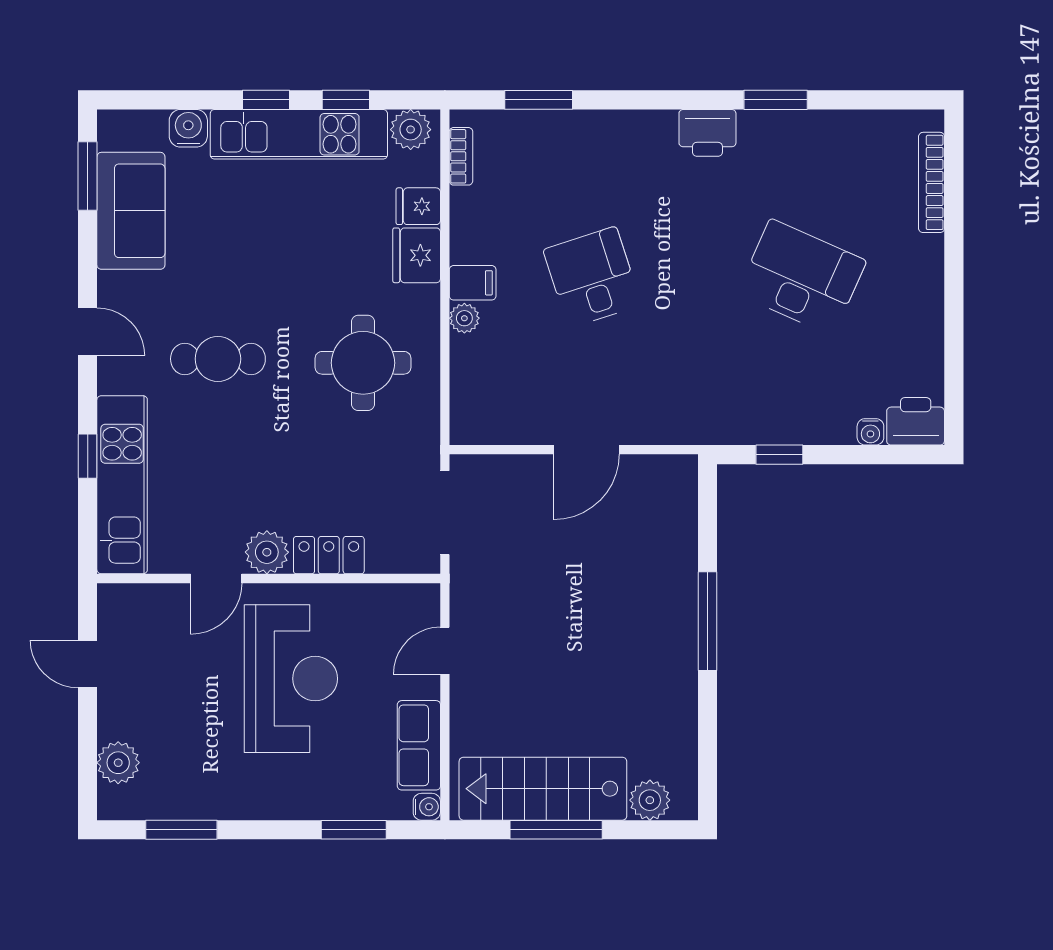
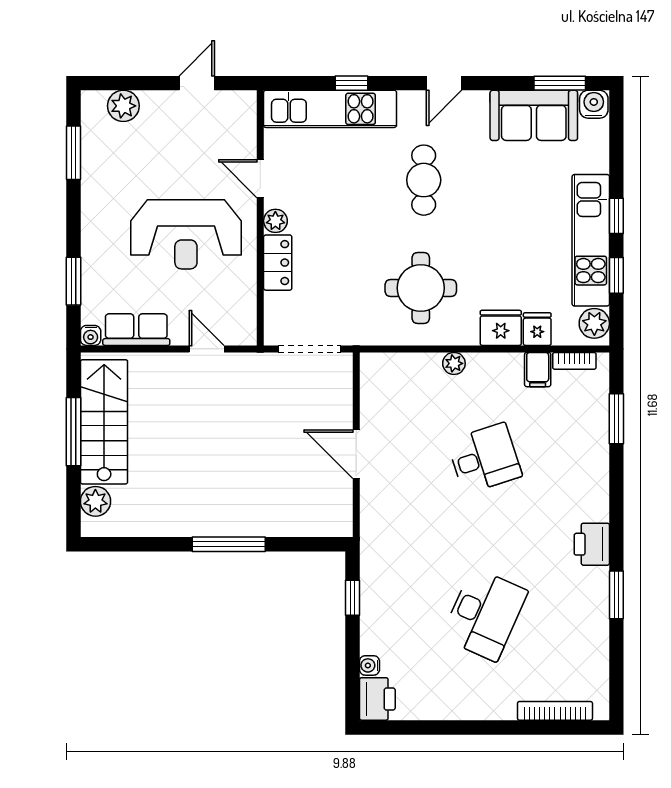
water cooler: (188, 128) -> (594, 104), moved, turned -90
filing cabinet: (473, 283) -> (538, 370), moved
plant: (267, 552) -> (275, 221), width x0.73, depth x0.73

